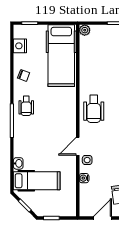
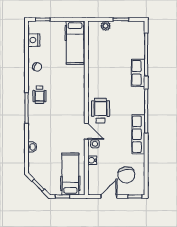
plant: (85, 30) -> (106, 26), moved
hospital bed: (61, 56) -> (75, 43), width x0.73, depth x0.78
wheelchair: (94, 109) -> (101, 111), moved, turned 180
door: (78, 146) -> (86, 131), swing flipped
hospital bed: (37, 181) -> (70, 174), moved, turned -90

